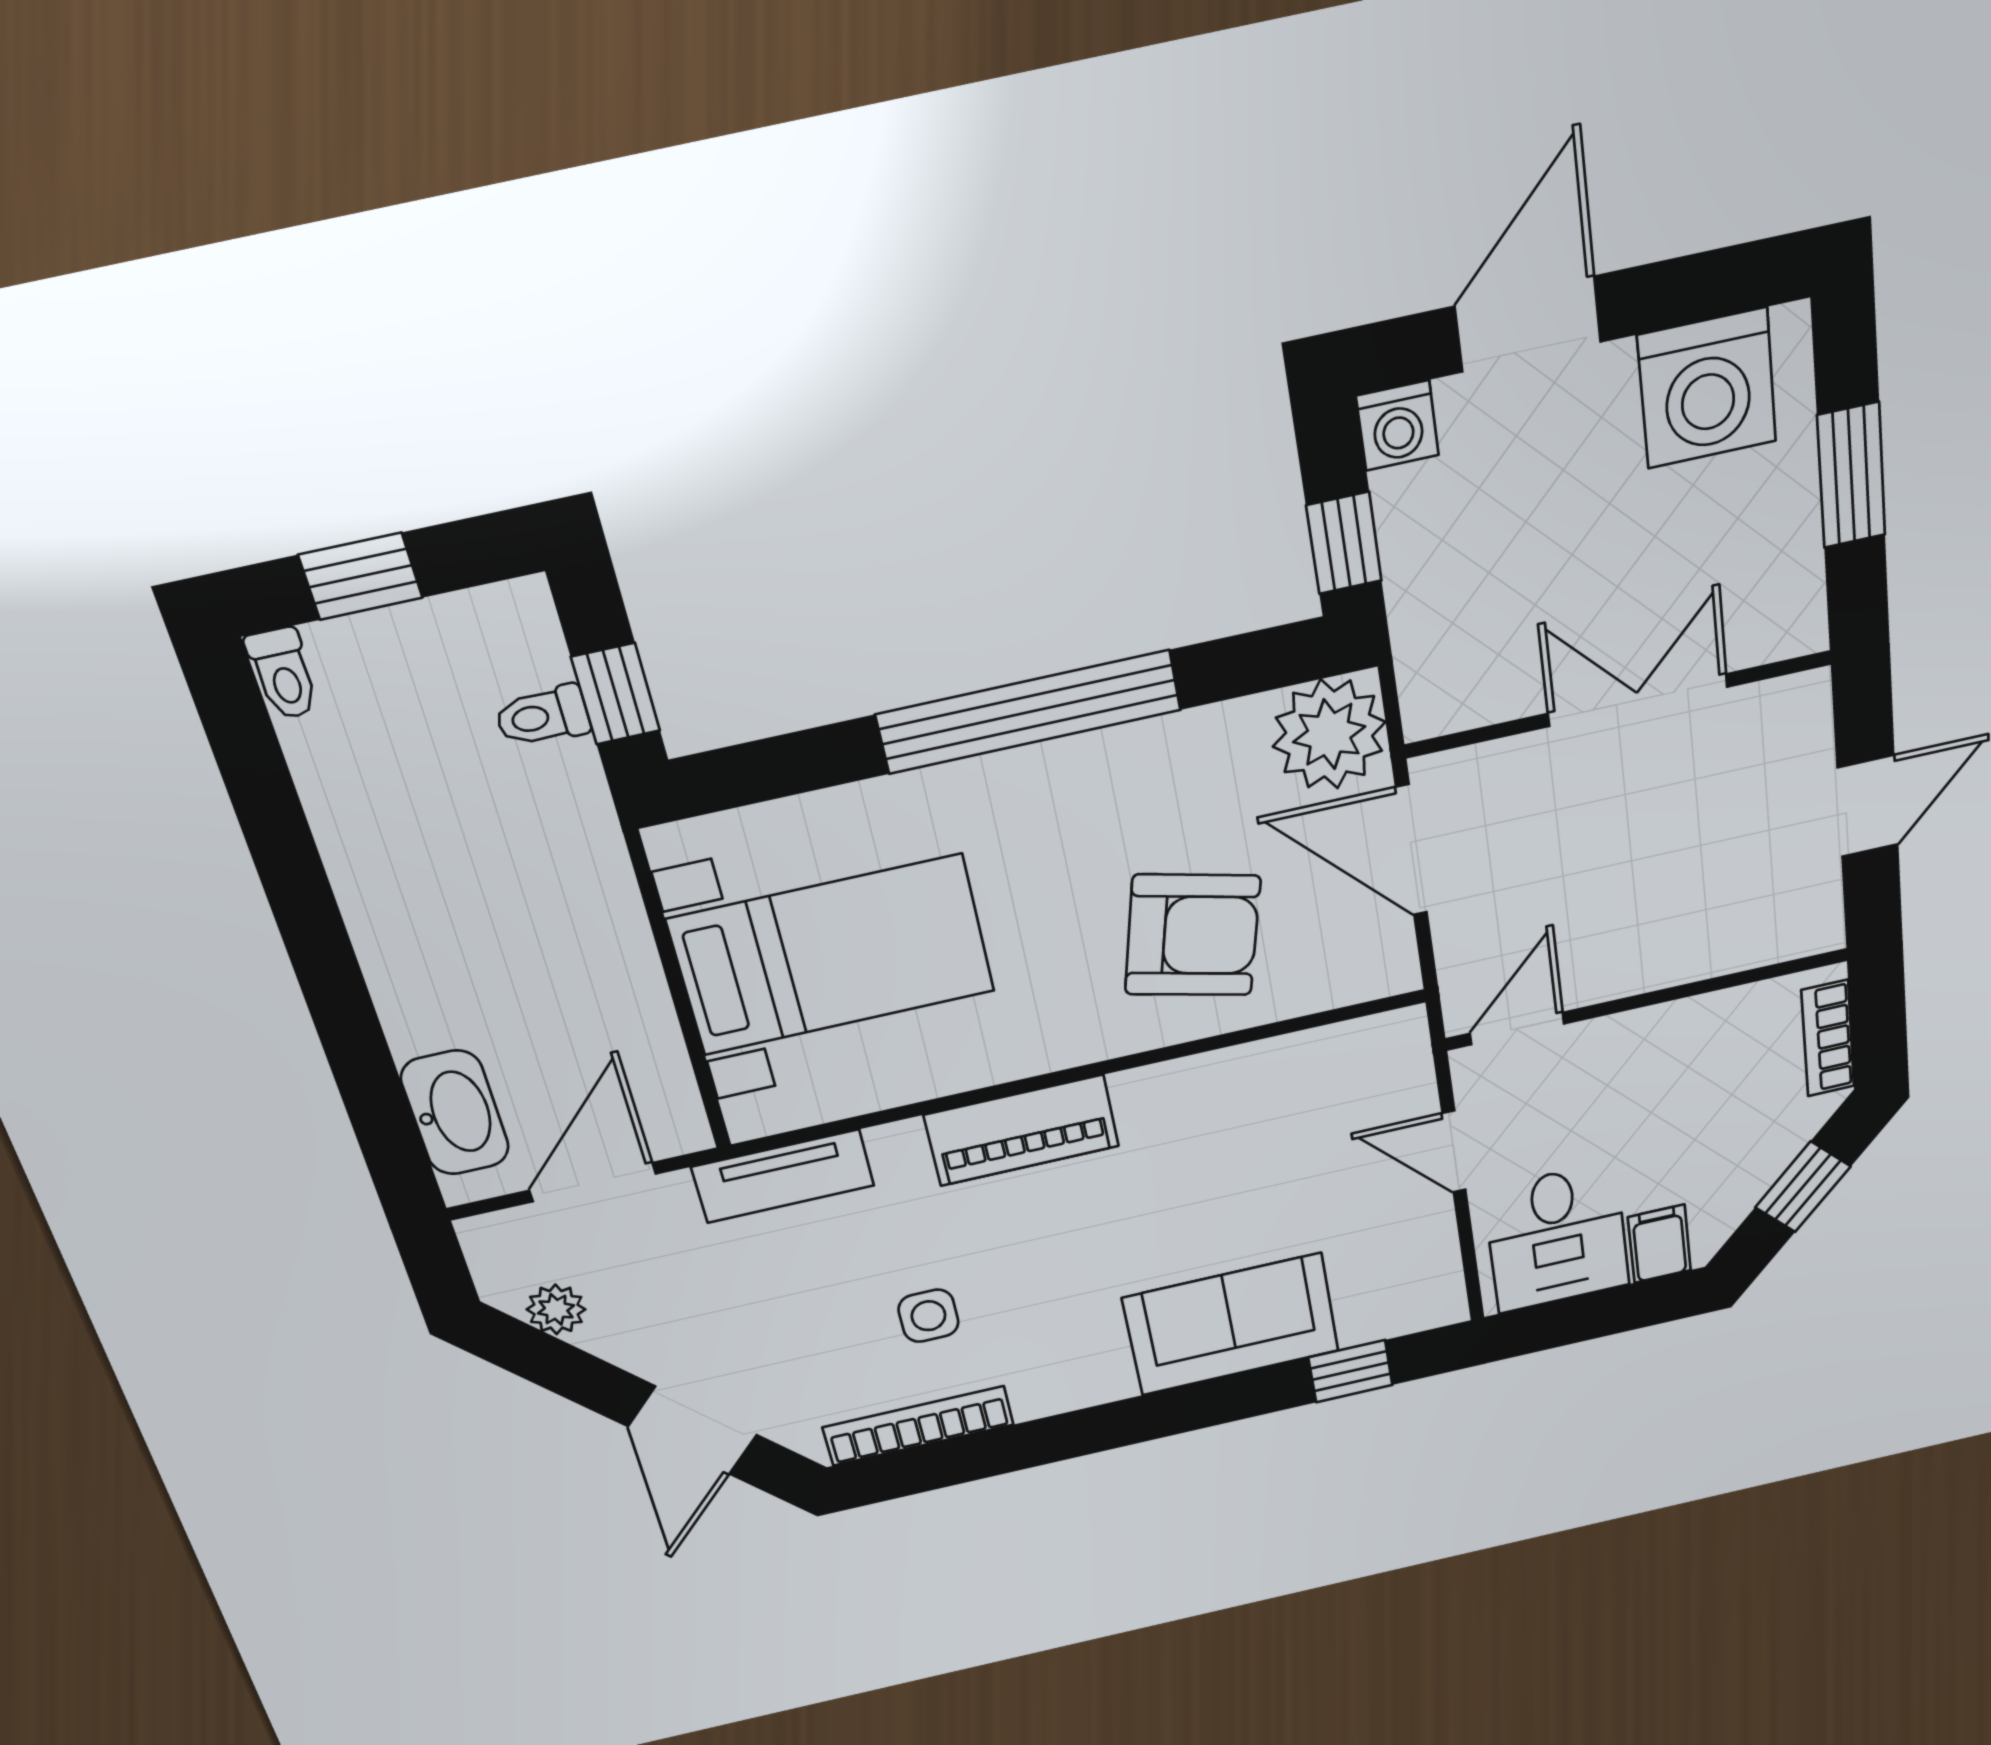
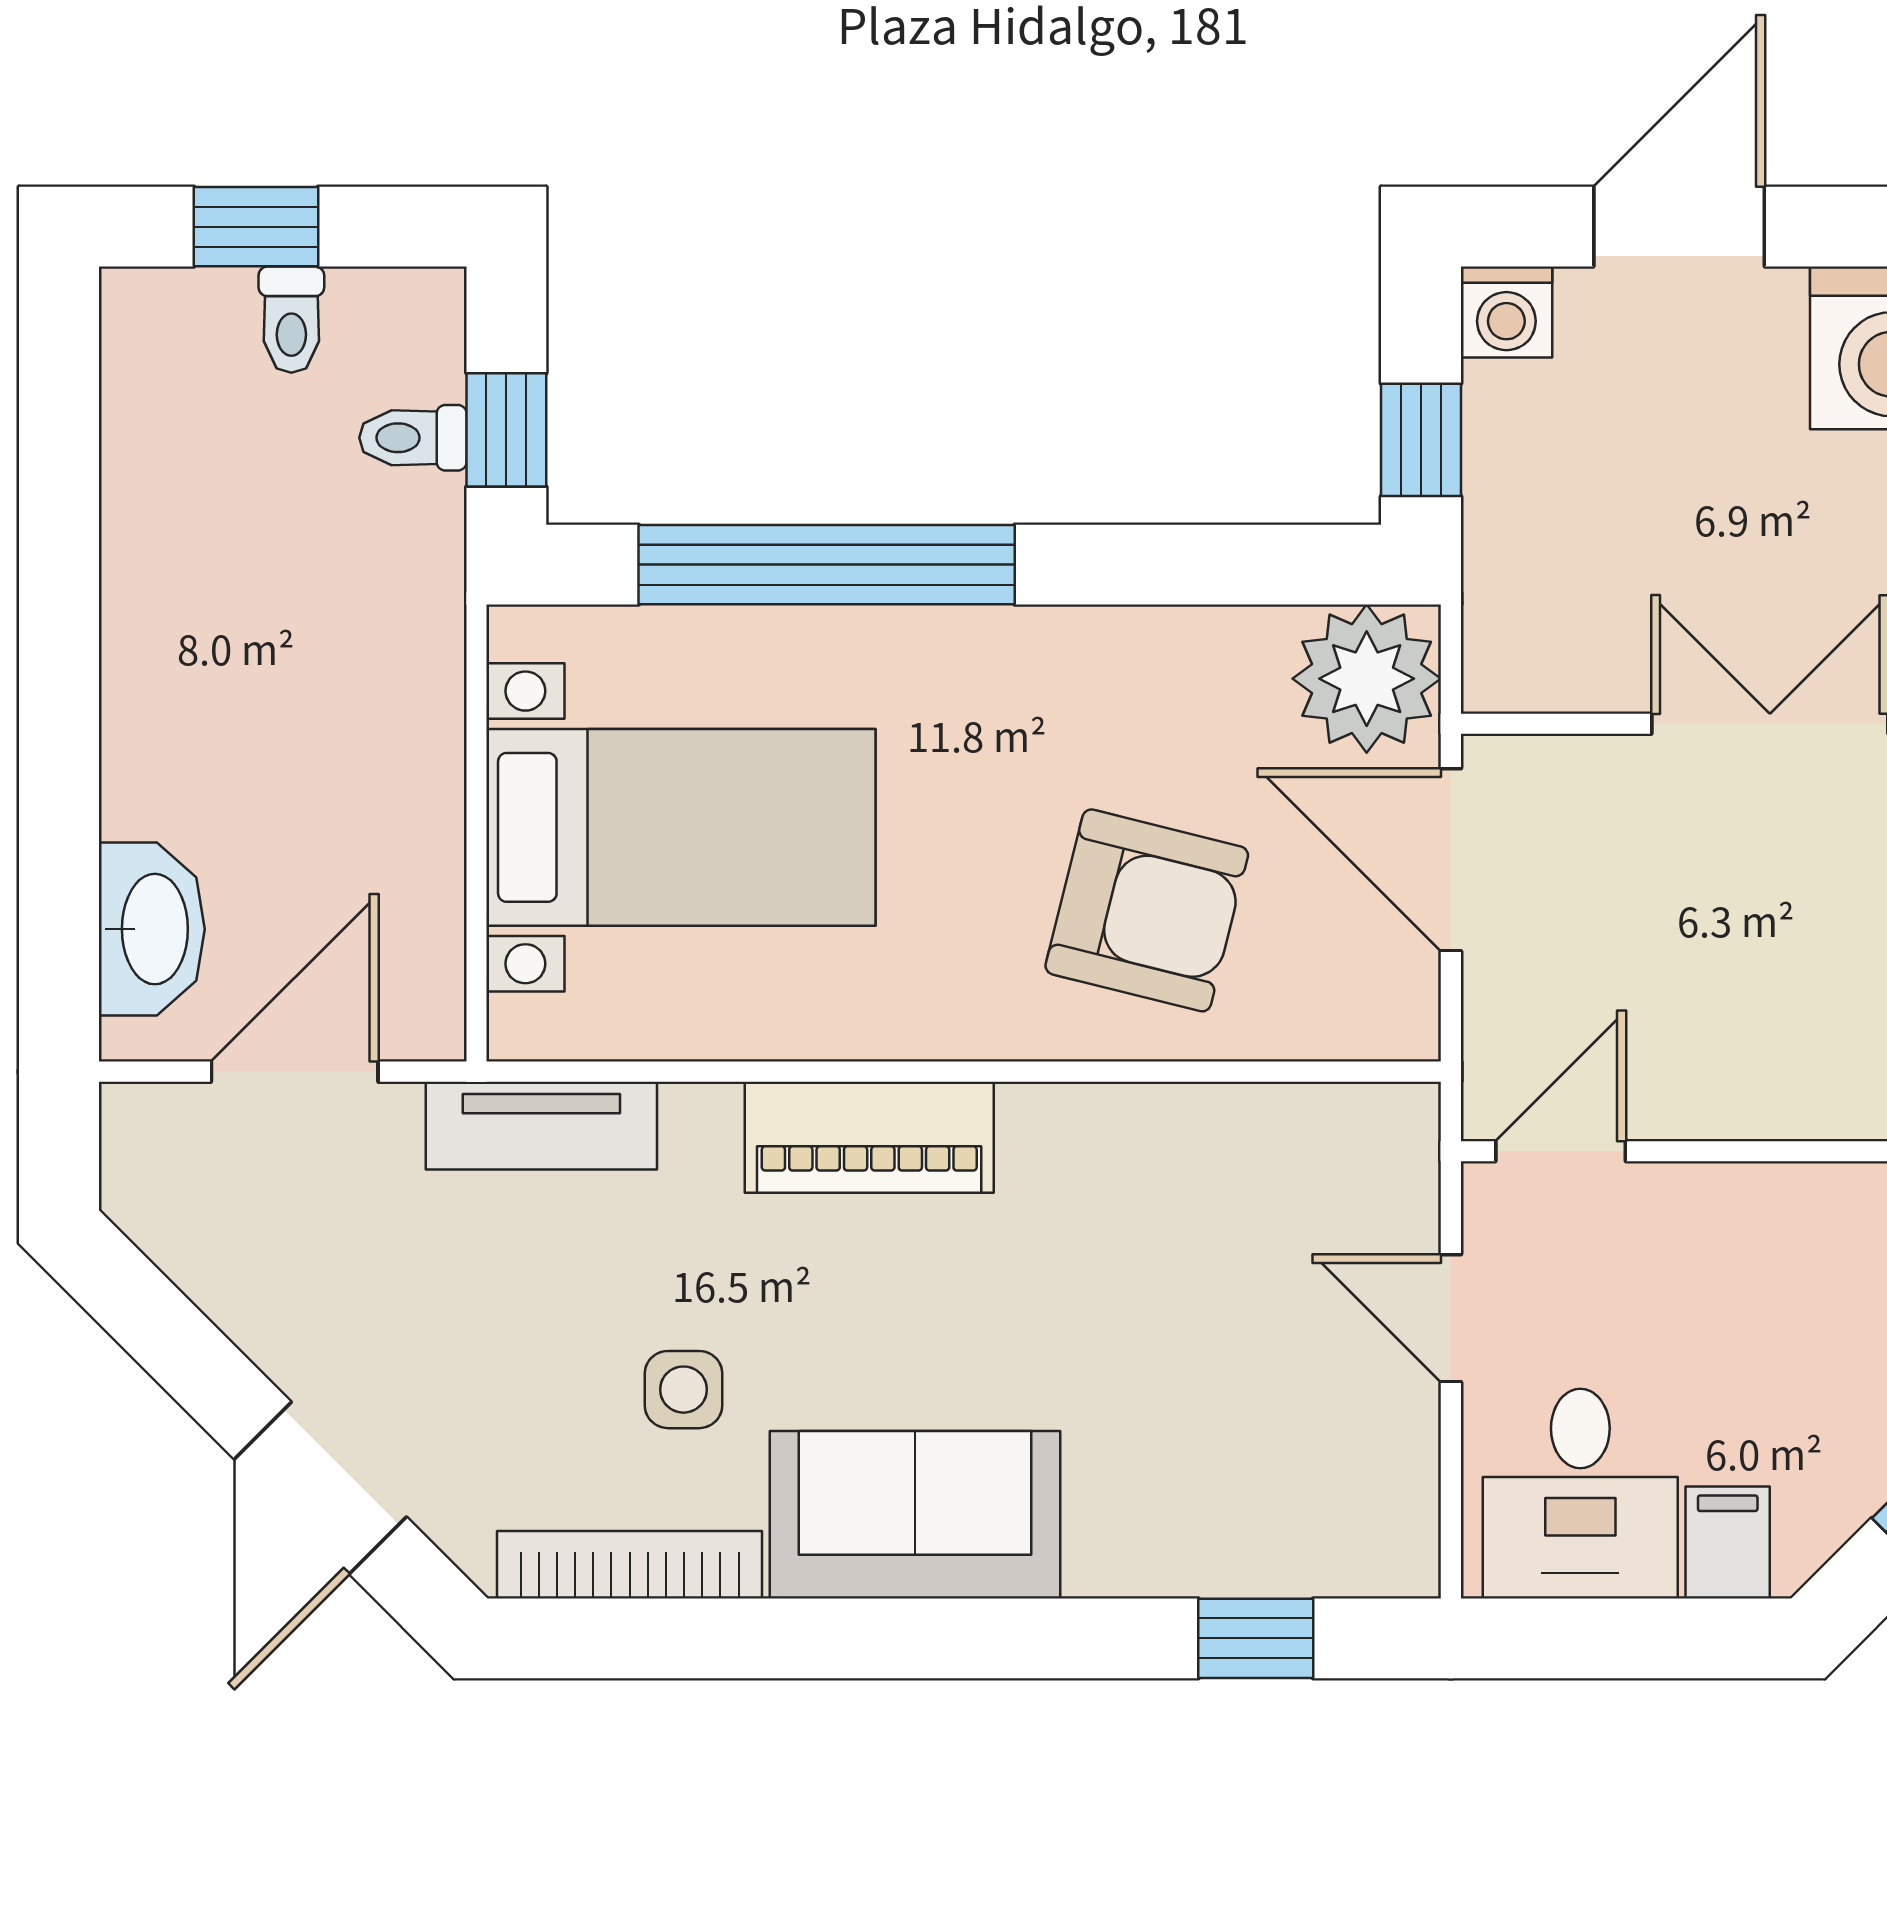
toilet: (283, 674) -> (291, 320), moved
window: (1029, 712) -> (827, 565), moved
plant: (556, 1309) -> (193, 1249), removed
sofa: (1231, 1324) -> (915, 1515), moved

